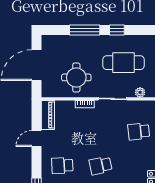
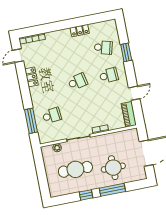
round table: (76, 77) -> (113, 168), moved

